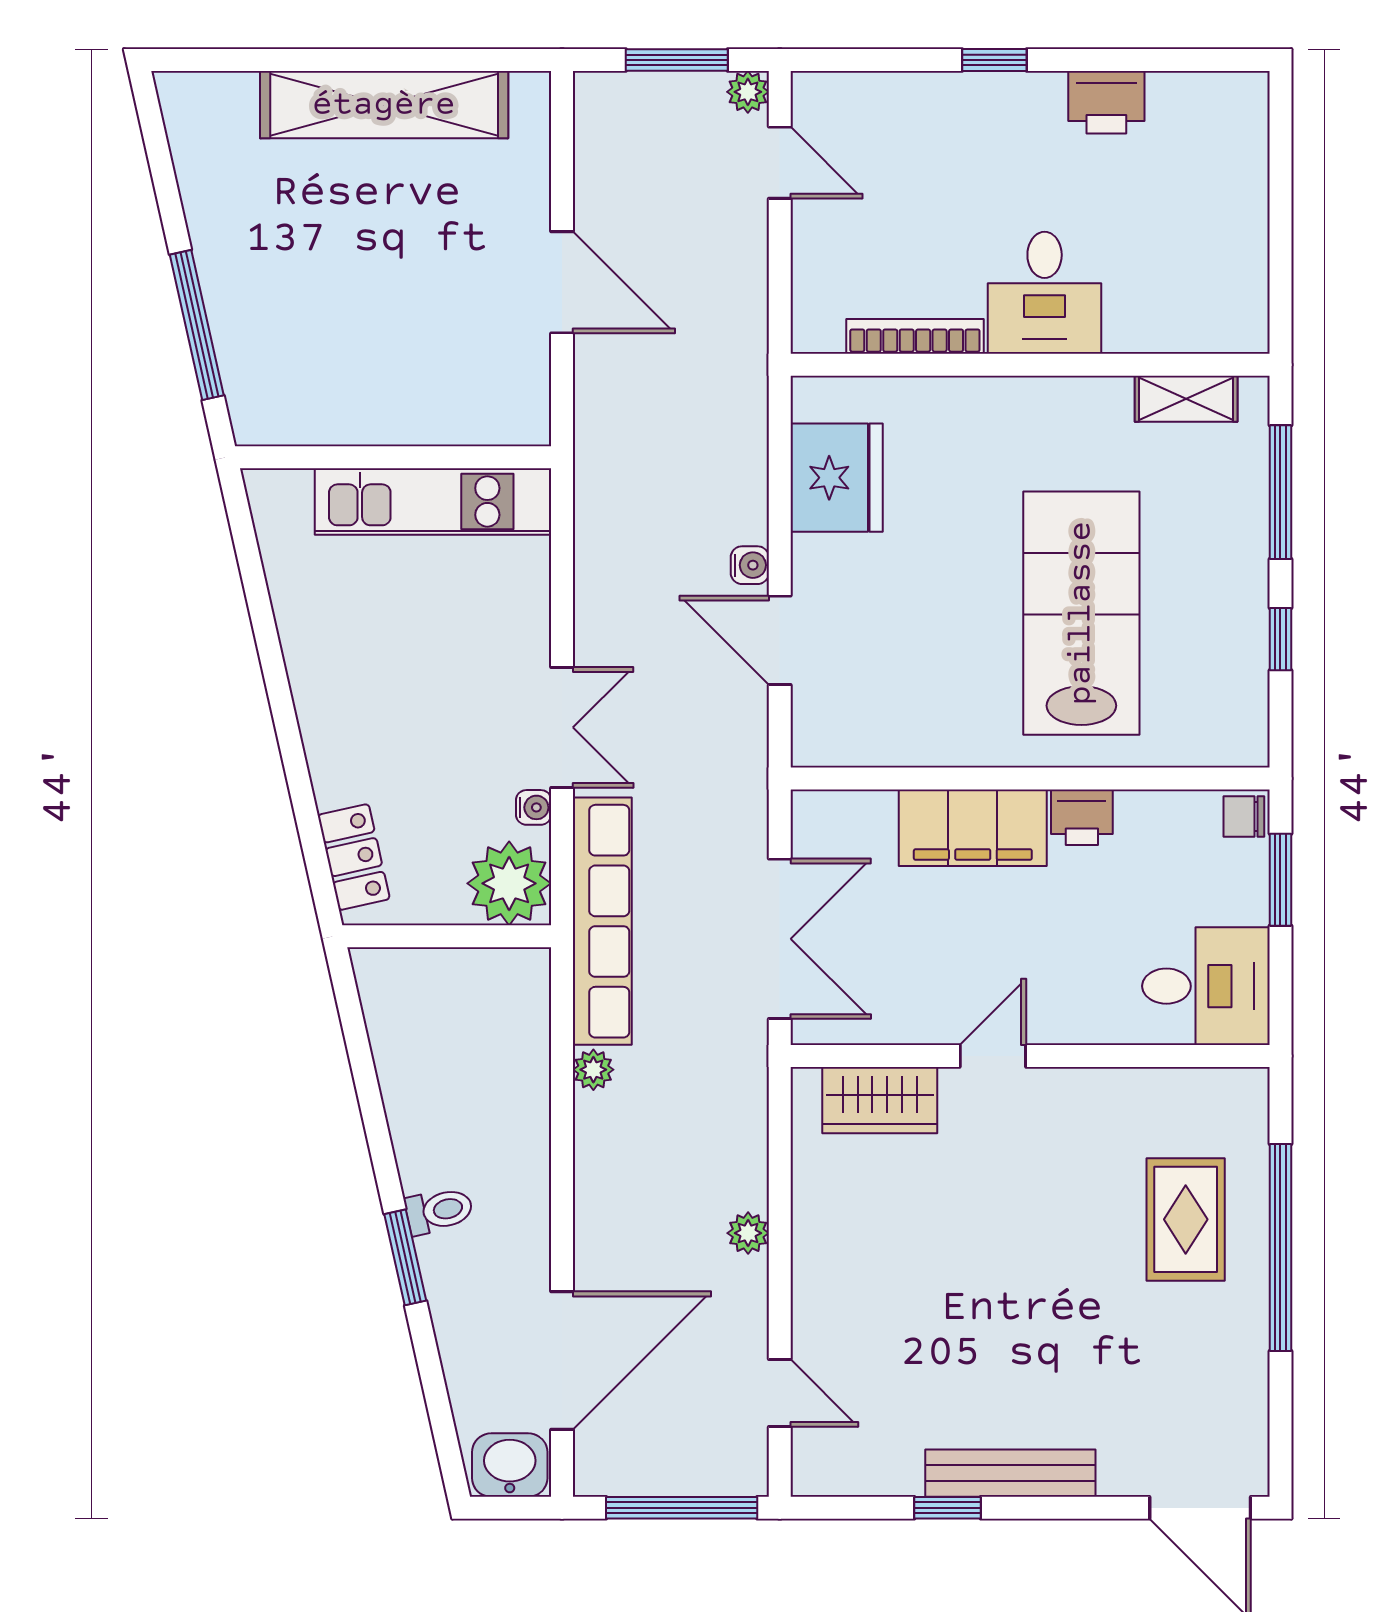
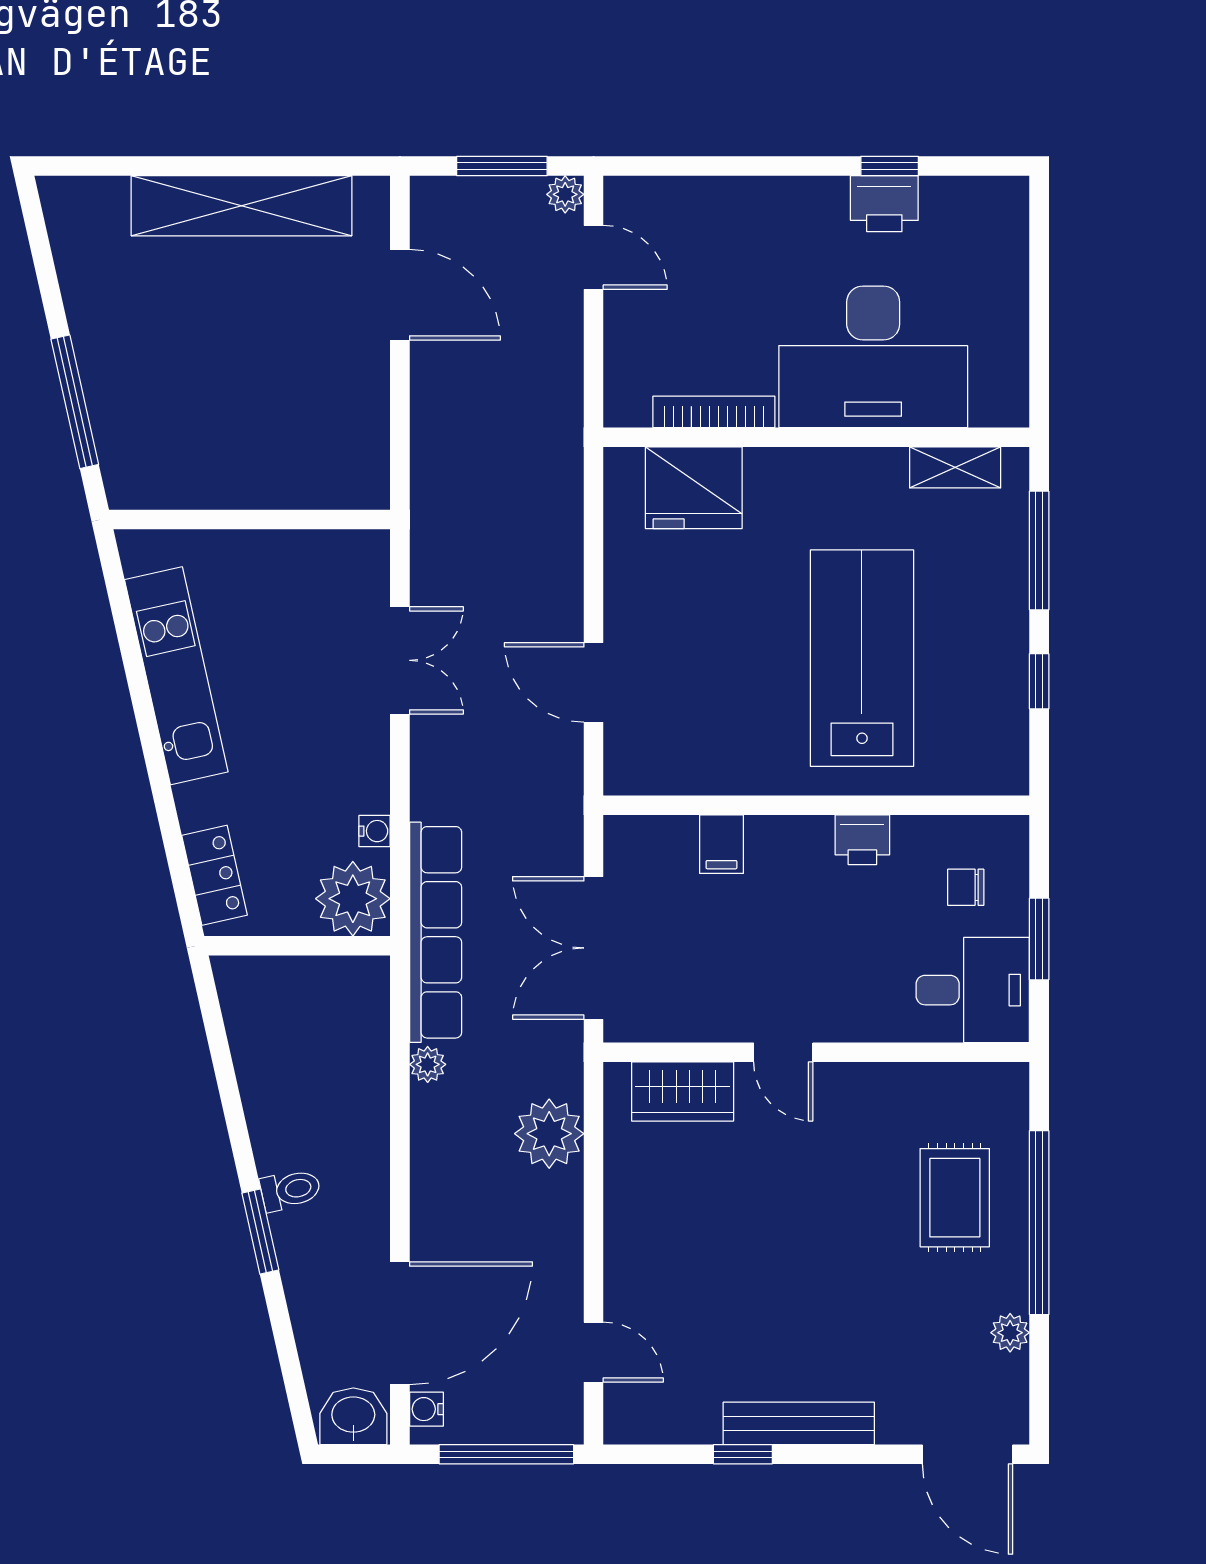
window: (994, 60) -> (890, 166), moved
door: (562, 282) -> (400, 295), moved
desk: (1045, 293) -> (873, 357), width x1.87, depth x1.30
fridge: (837, 478) -> (694, 488), moved, turned 90
kitchen unit: (433, 501) -> (176, 676), moved, turned -103
water cooler: (750, 565) -> (426, 1409), moved, turned 180
double door: (562, 727) -> (400, 660), moved
chair: (1244, 816) -> (966, 887), moved
filing cabinet: (973, 828) -> (721, 844), width x0.33, depth x0.86
window: (1280, 880) -> (1039, 939), moved
double door: (780, 939) -> (594, 948), swing flipped
door: (993, 1056) -> (783, 1052), swing flipped
plant: (748, 1233) -> (549, 1134), moved, width x1.88, depth x1.88
plant: (1248, 1371) -> (1010, 1333), added

